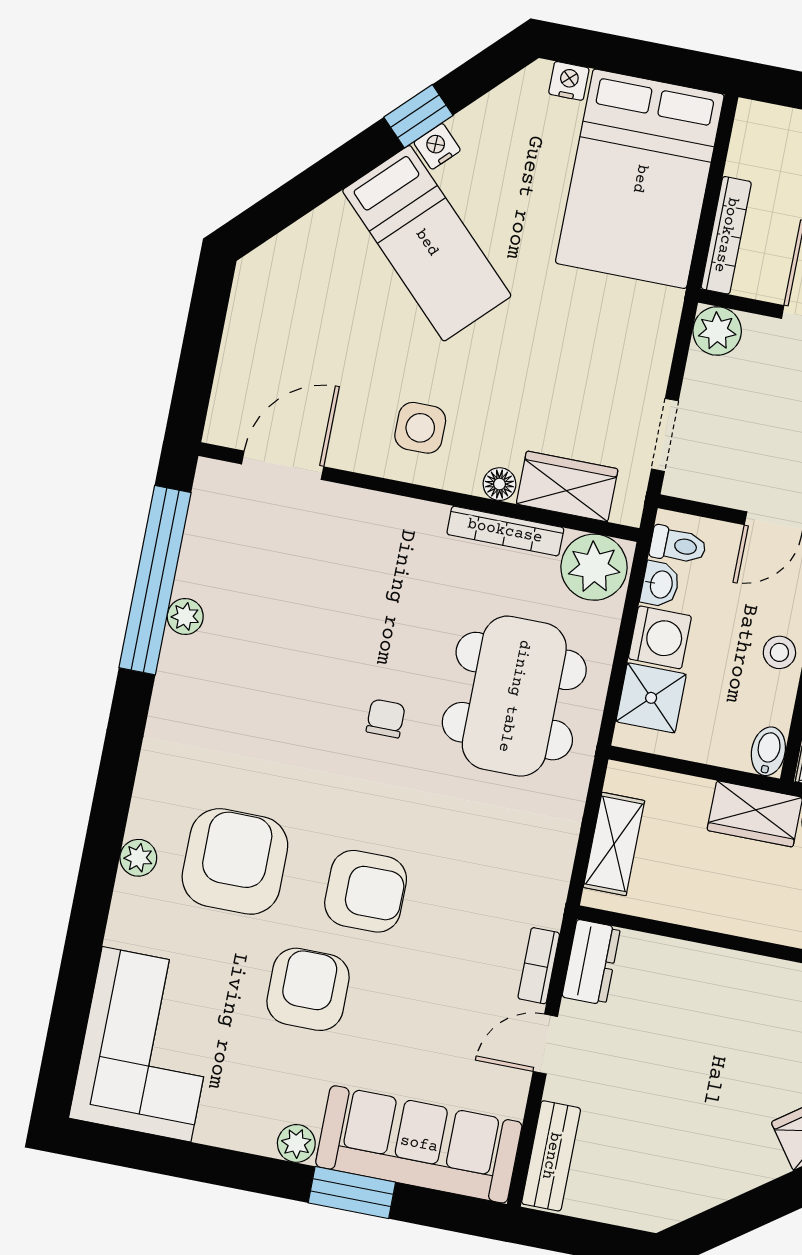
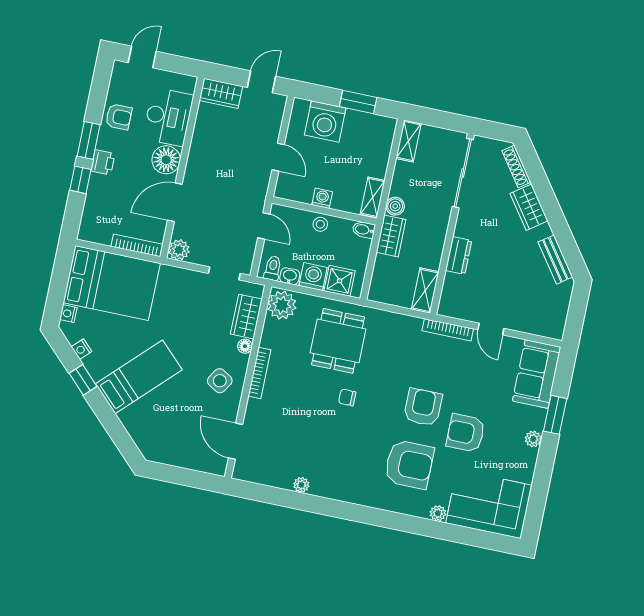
nightstand: (437, 146) -> (82, 349), moved
side table: (420, 428) -> (220, 381), turned 32
bookcase: (505, 531) -> (259, 373), moved
window: (155, 580) -> (285, 498), removed
dining table: (514, 696) -> (338, 341), width x0.73
shelving: (614, 844) -> (425, 290), moved, turned 90
plant: (138, 858) -> (438, 513), moved
armchair: (235, 861) -> (409, 464), turned 180
dresser: (591, 962) -> (459, 255), moved, turned 90
bookcase: (539, 966) -> (448, 330), width x1.56
sofa: (419, 1144) -> (537, 374), width x0.73
bench: (551, 1156) -> (555, 260), moved, turned 54

